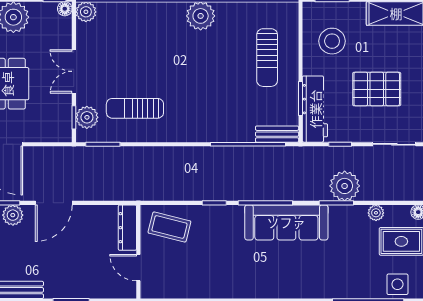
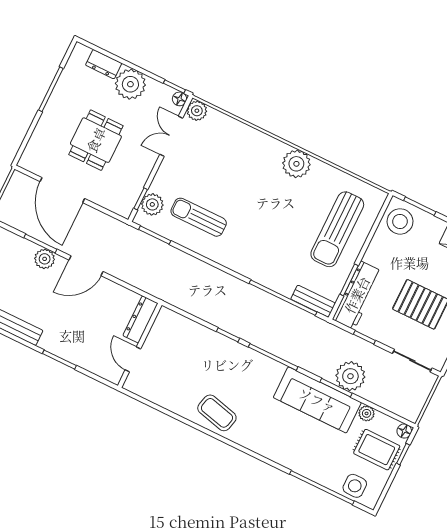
stool: (332, 41) -> (400, 221), moved
sun lounger: (267, 58) -> (337, 229), width x1.36, depth x1.34
double door: (74, 71) -> (171, 136), moved
sofa: (286, 222) -> (317, 400), moved
coffee table: (169, 227) -> (217, 413), moved

